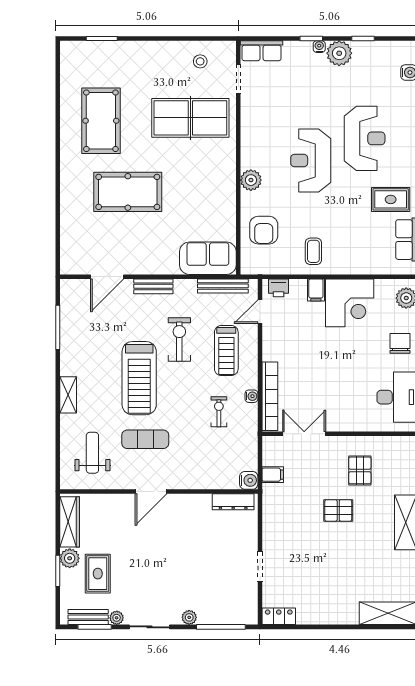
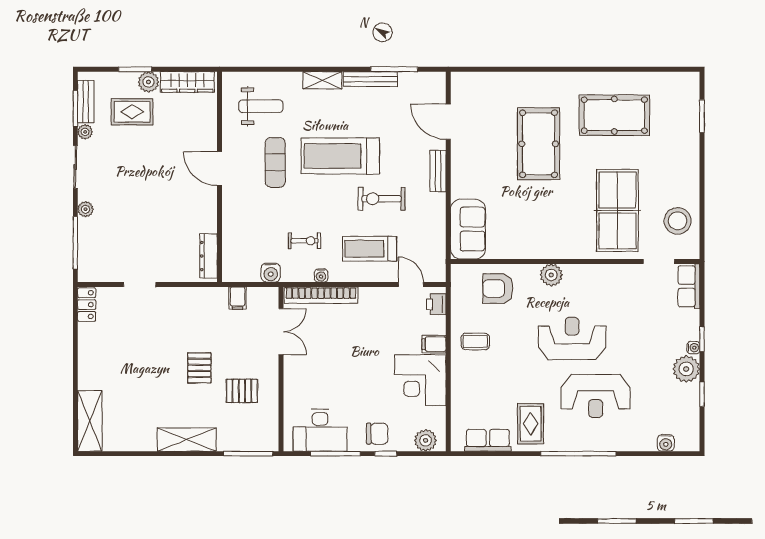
stool: (200, 61) -> (678, 221), width x1.89, depth x1.89
bench: (223, 286) -> (370, 79), moved, turned 90
exercise bike: (179, 339) -> (381, 199), turned 180
water cooler: (249, 480) -> (271, 273), moved

